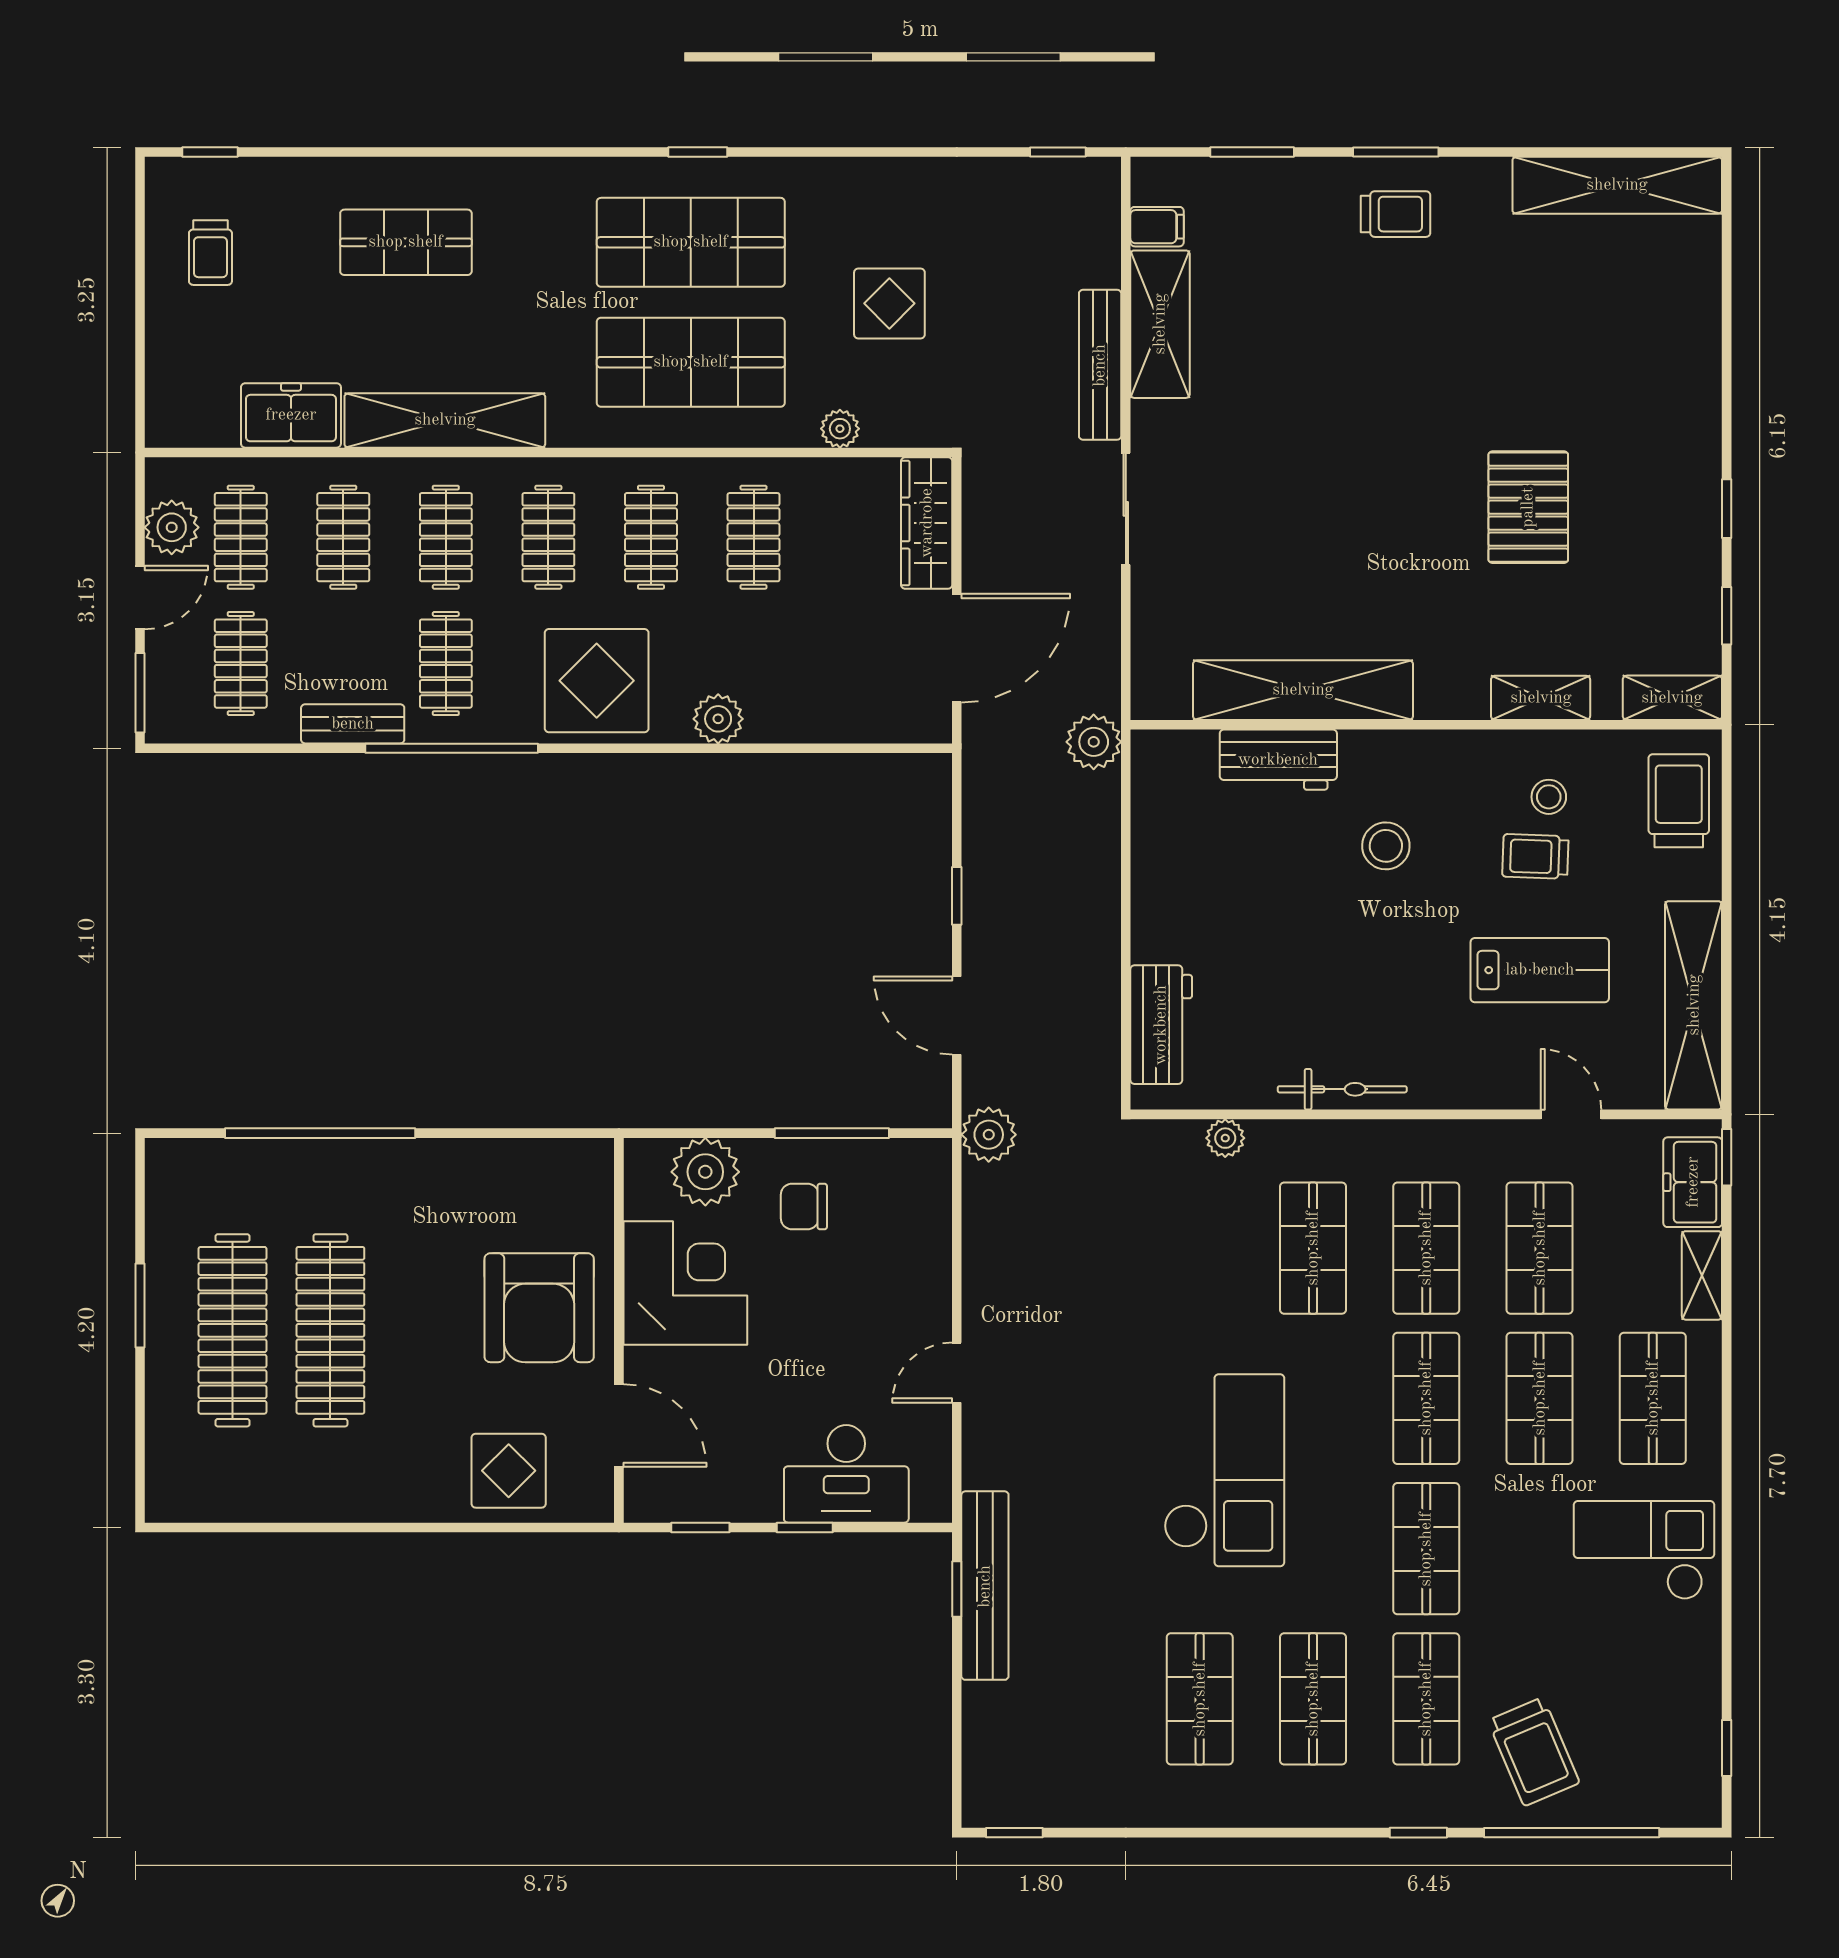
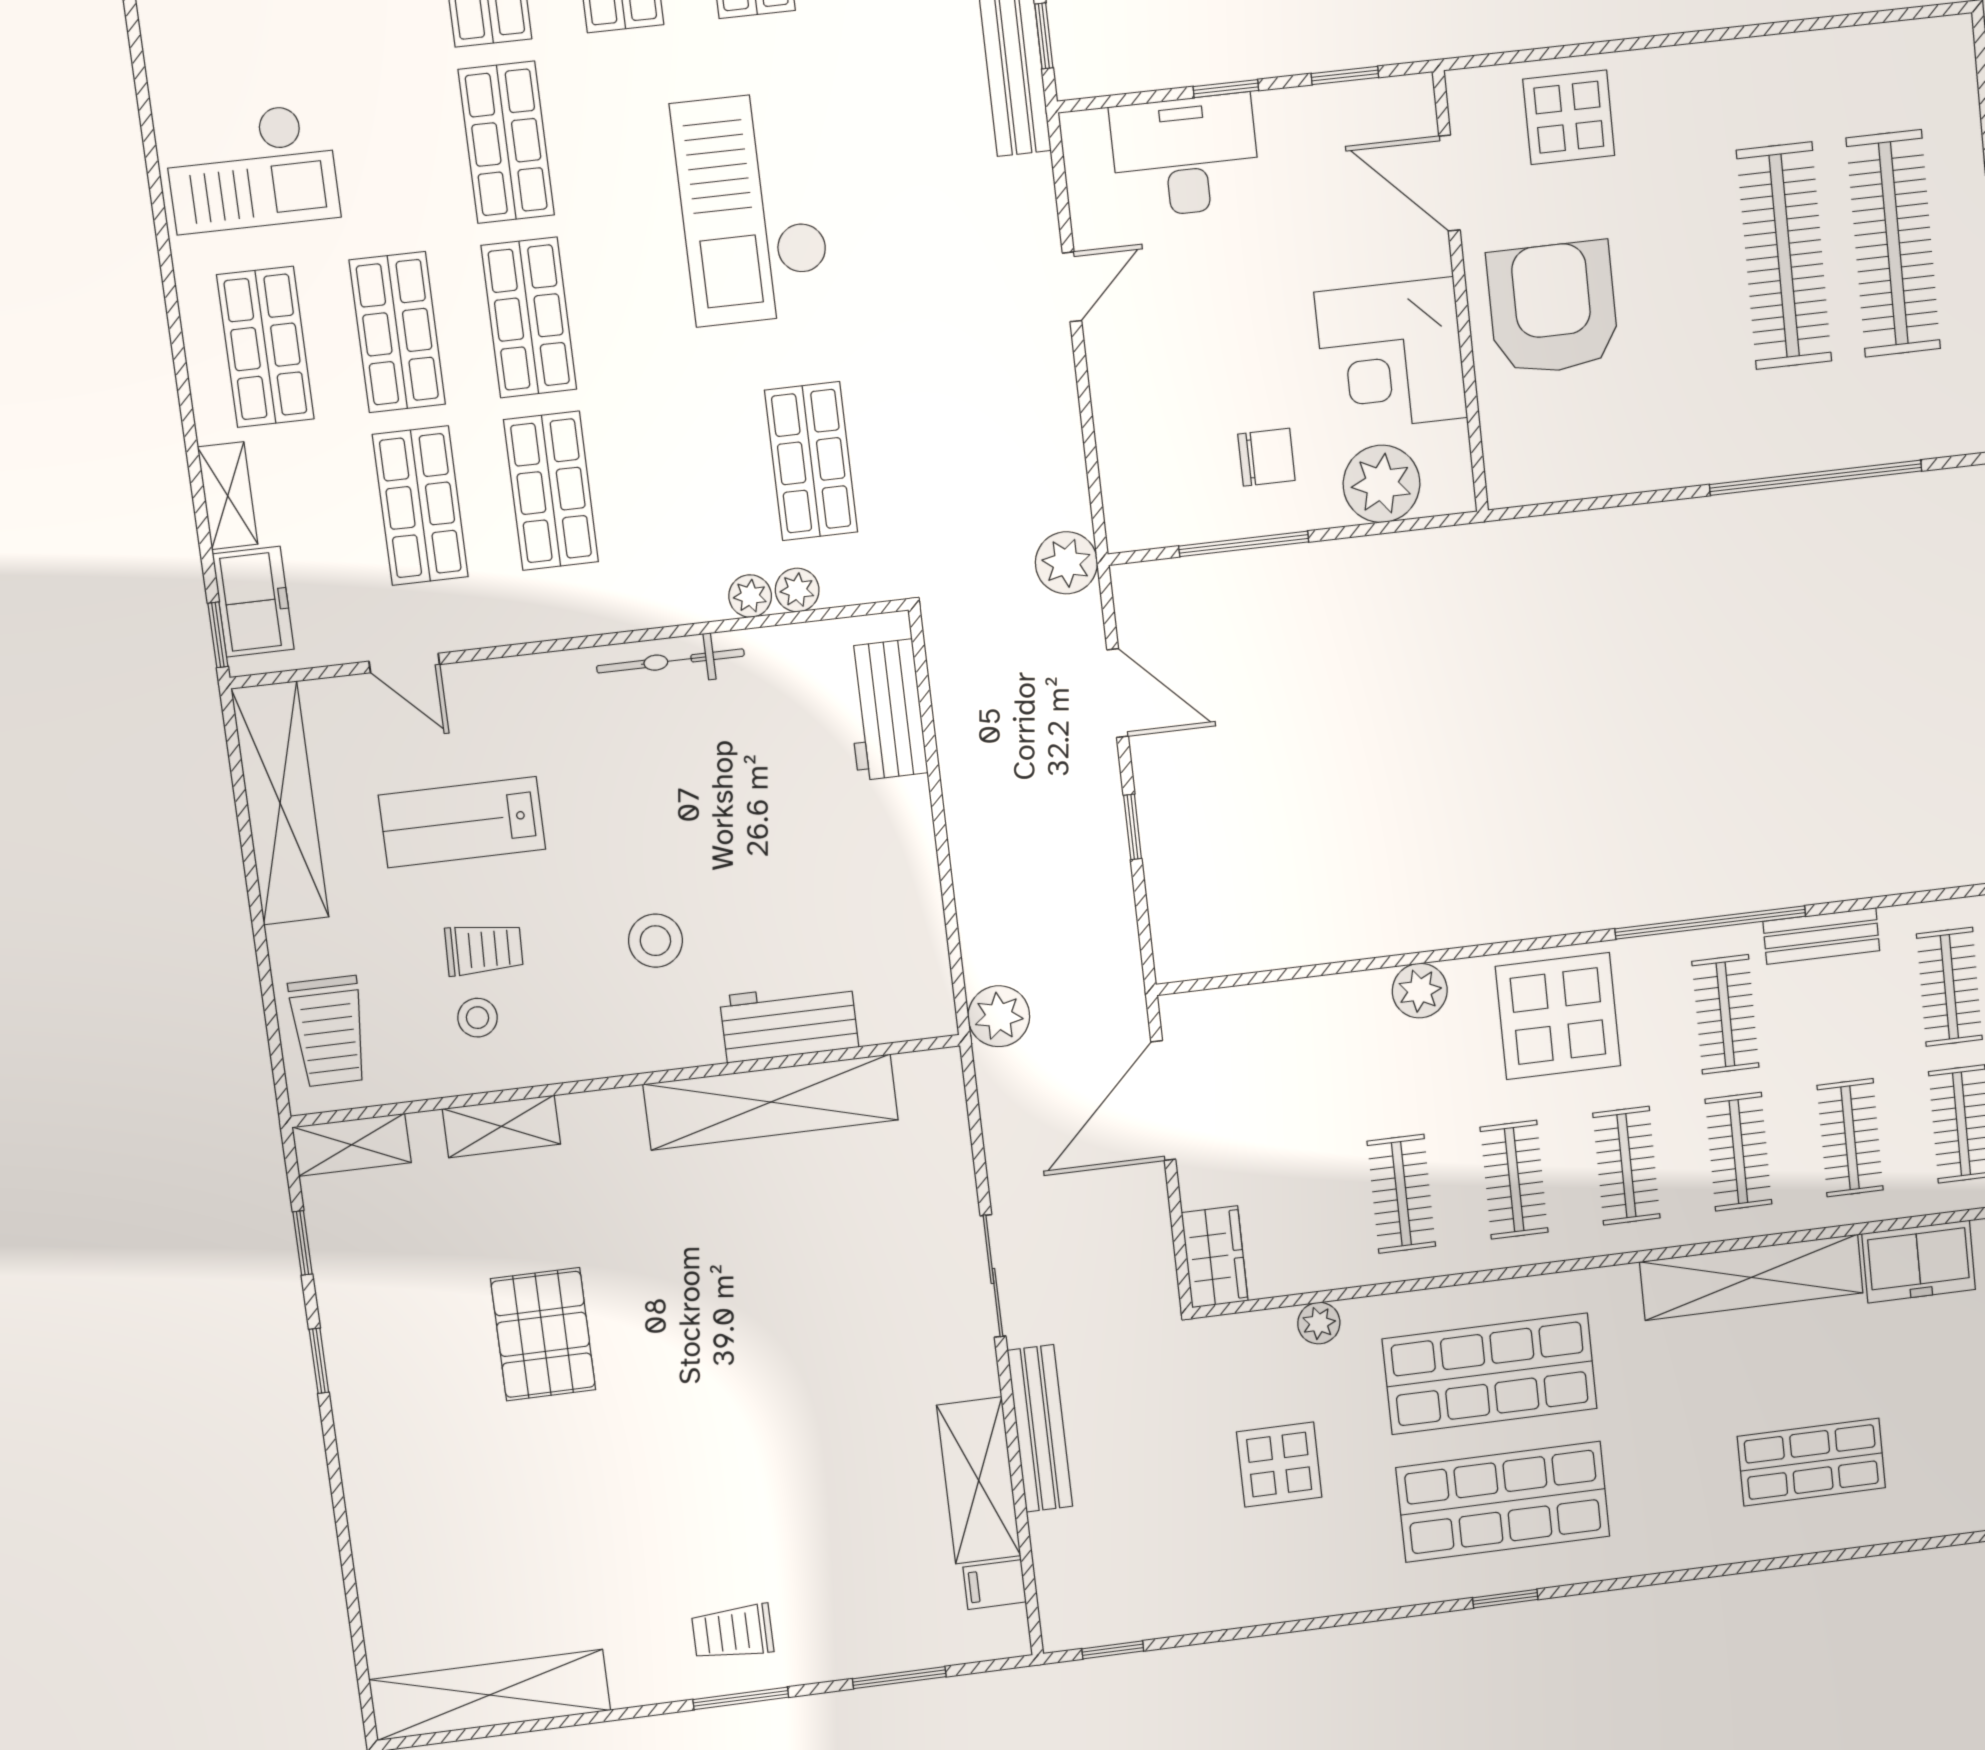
wardrobe: (927, 523) -> (1215, 1257), width x0.67
plant: (1267, 1138) -> (750, 596), added
shop shelf: (1313, 1248) -> (811, 461), moved

